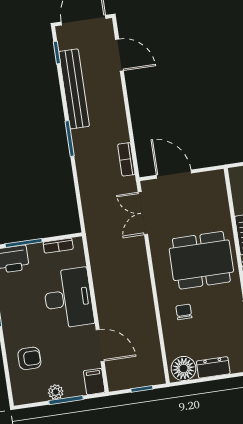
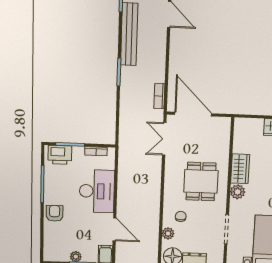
door: (174, 174) -> (193, 114), width x1.36
dining table: (201, 260) -> (201, 181), width x0.73
plant: (171, 338) -> (168, 233), added
armchair: (29, 358) -> (55, 213), moved, turned -90

